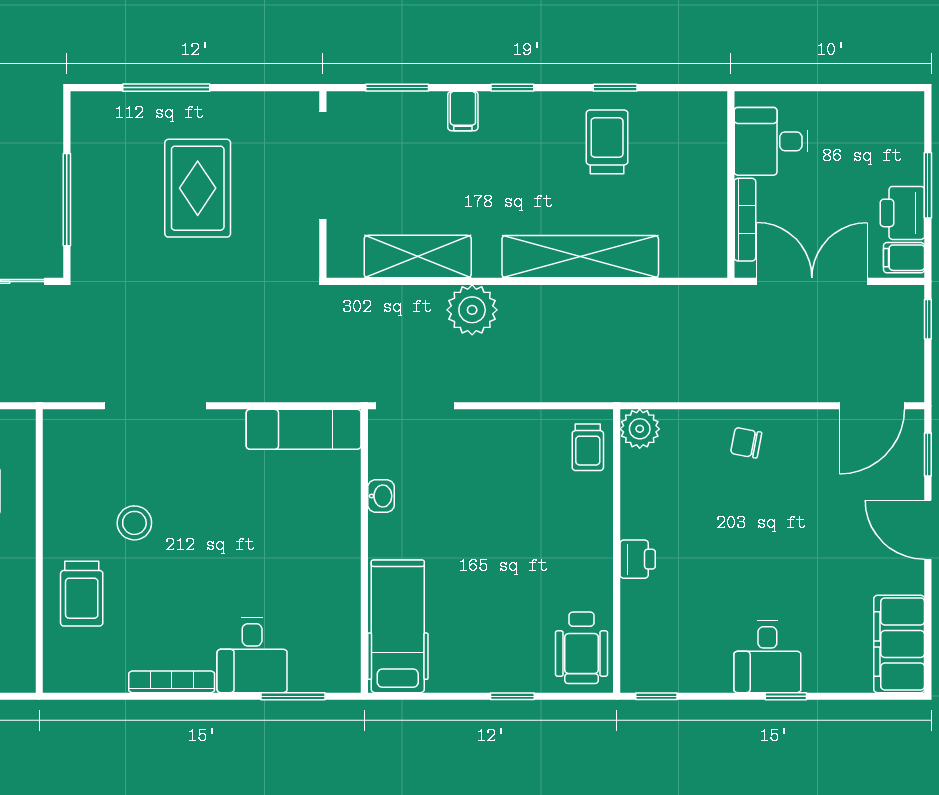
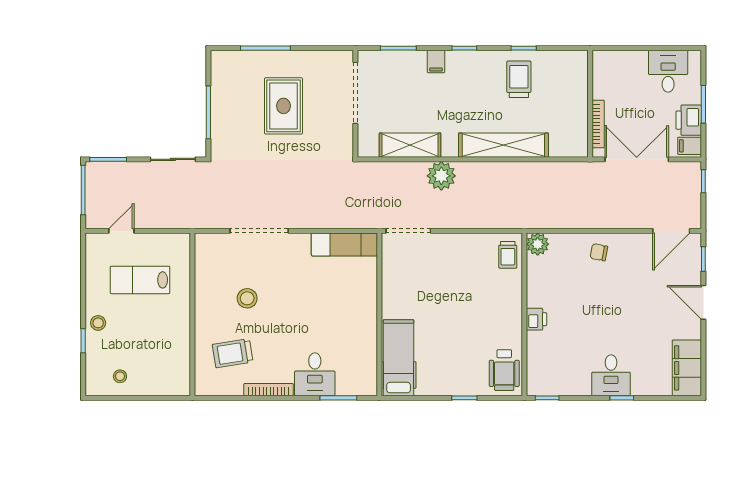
desk: (771, 141) -> (668, 71), moved, turned 90
washbasin: (381, 496) -> (389, 283), removed
trolley: (82, 594) -> (233, 353), moved, turned 81

